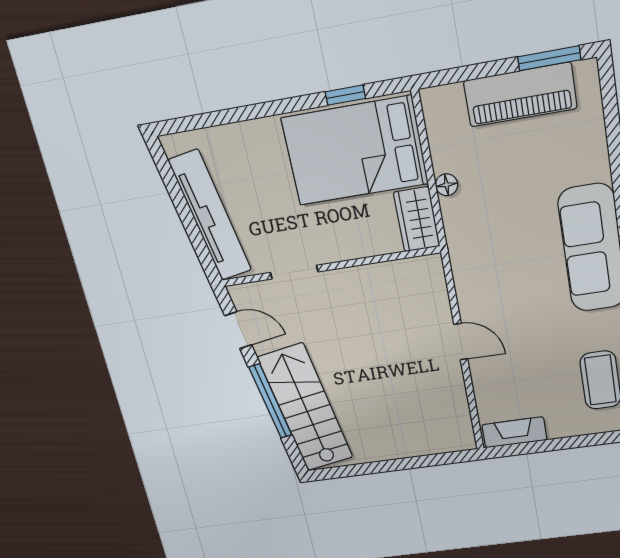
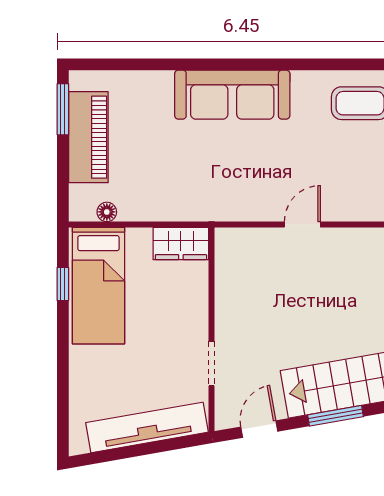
bed: (355, 151) -> (98, 286), width x0.67
floor lamp: (447, 185) -> (107, 212), moved
window: (270, 401) -> (336, 416), width x0.69

